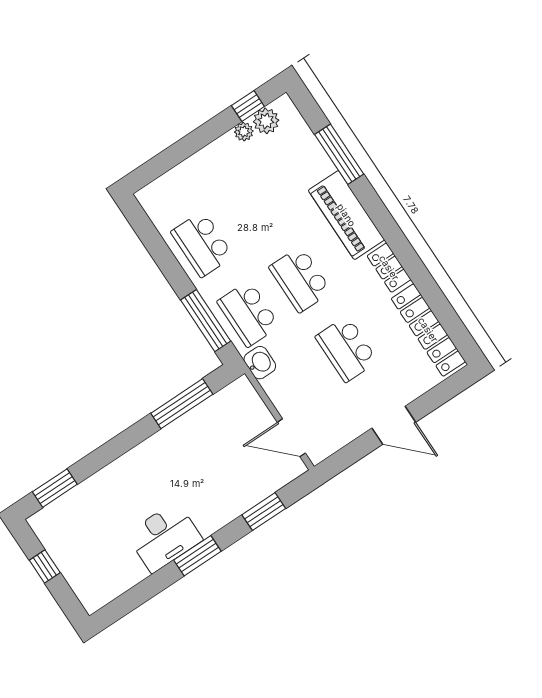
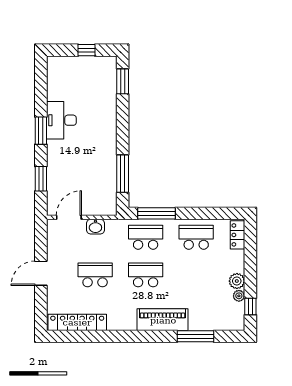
plant: (266, 121) -> (237, 281), moved
locker: (389, 268) -> (237, 235), moved, turned -90
washbasin: (260, 363) -> (95, 227), moved

